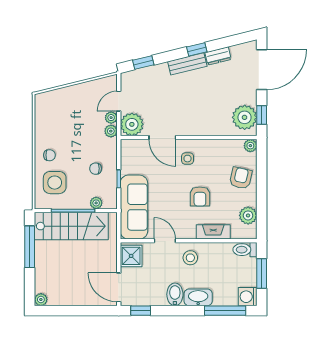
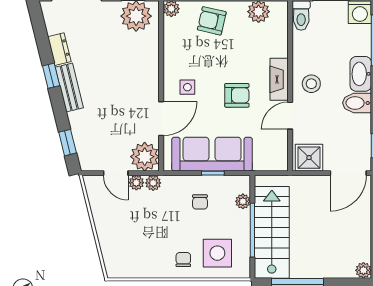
armchair: (200, 196) -> (237, 95), moved
sofa: (134, 207) -> (212, 154), moved
fireplace: (213, 232) -> (279, 79), moved

